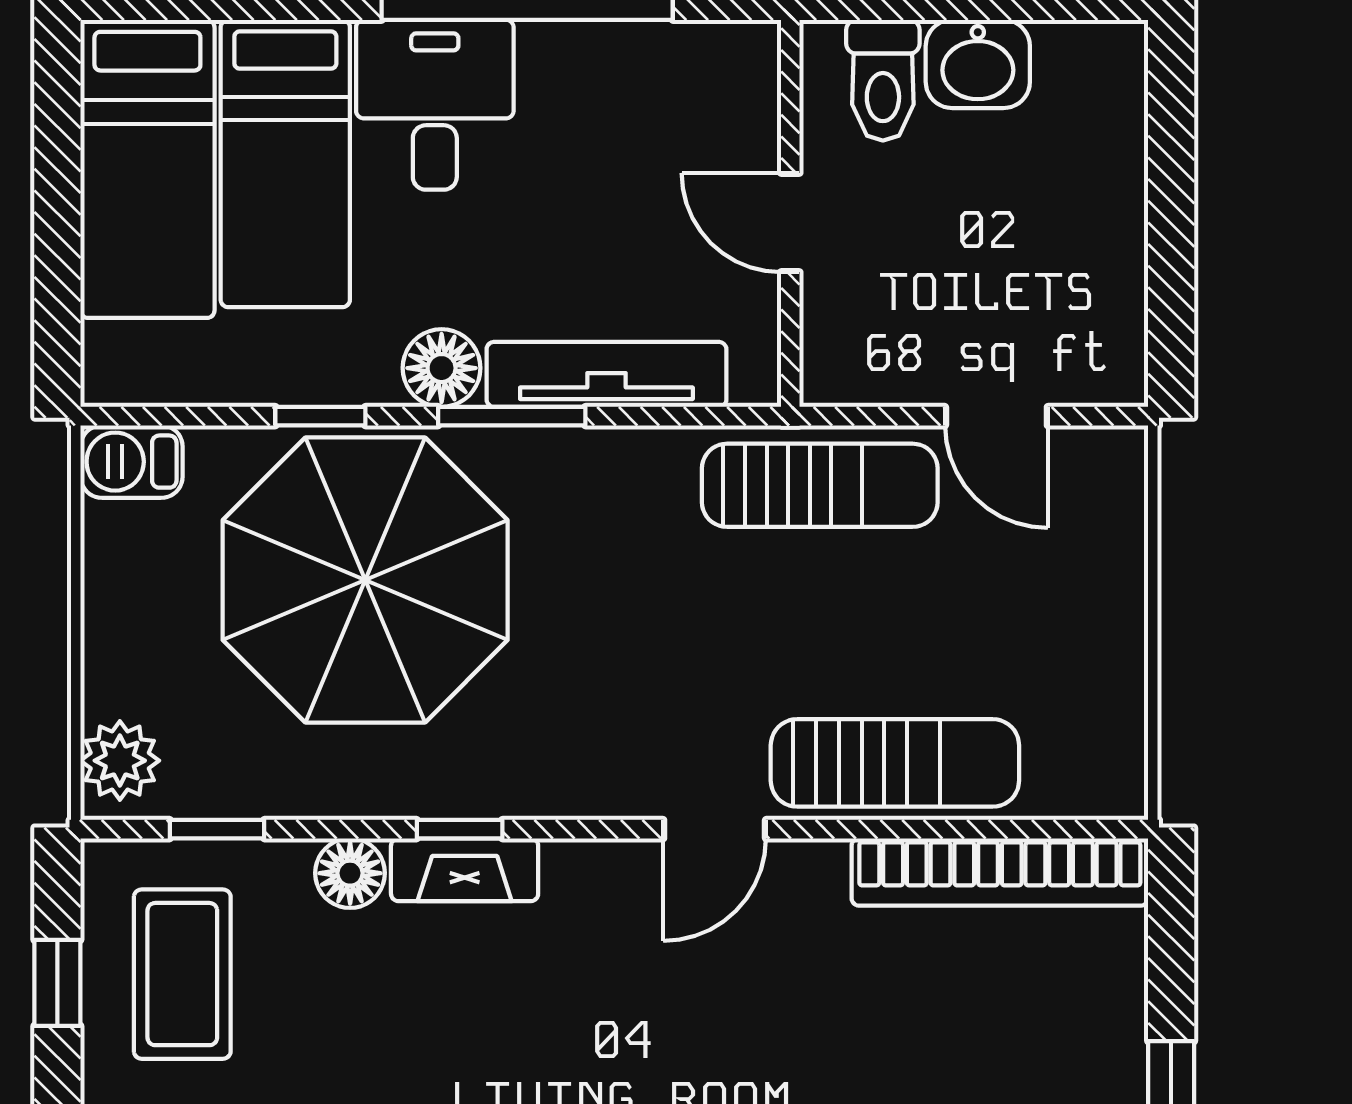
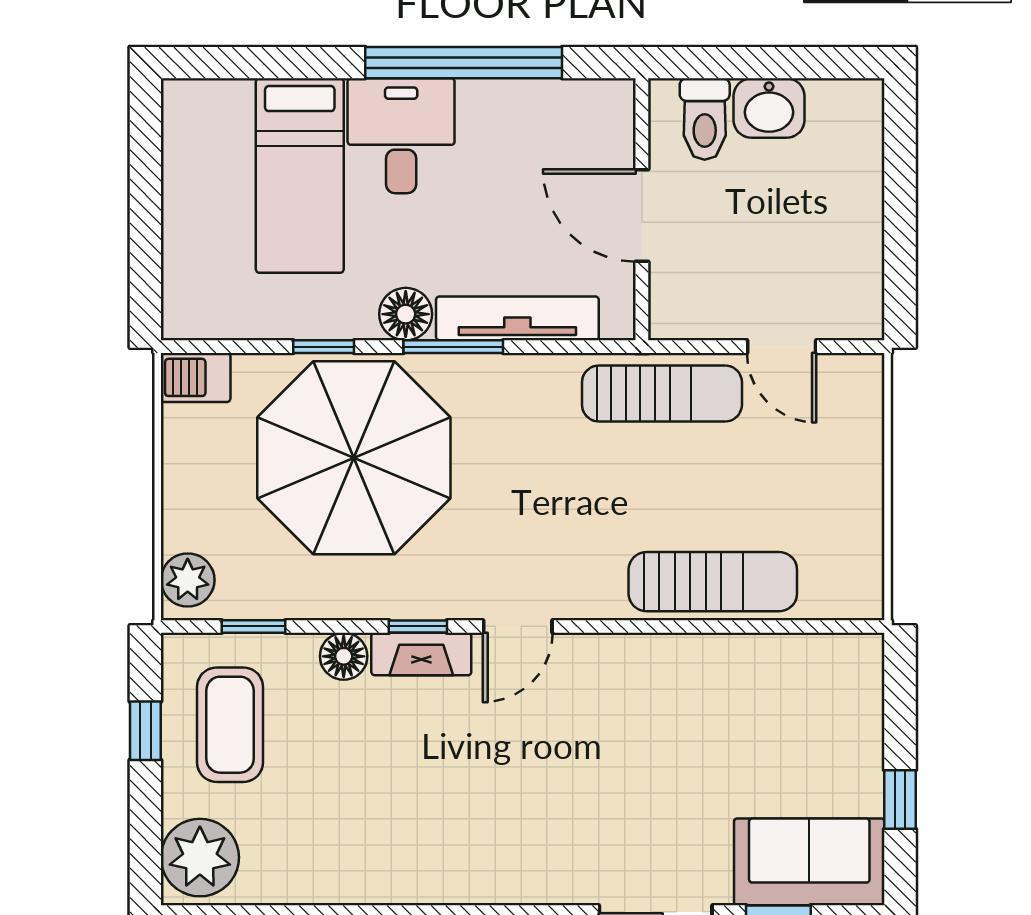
bed: (147, 169) -> (206, 179), removed
door: (790, 222) -> (642, 215), width x1.38
door: (715, 829) -> (518, 626), moved
bookcase: (1000, 872) -> (784, 656), removed

